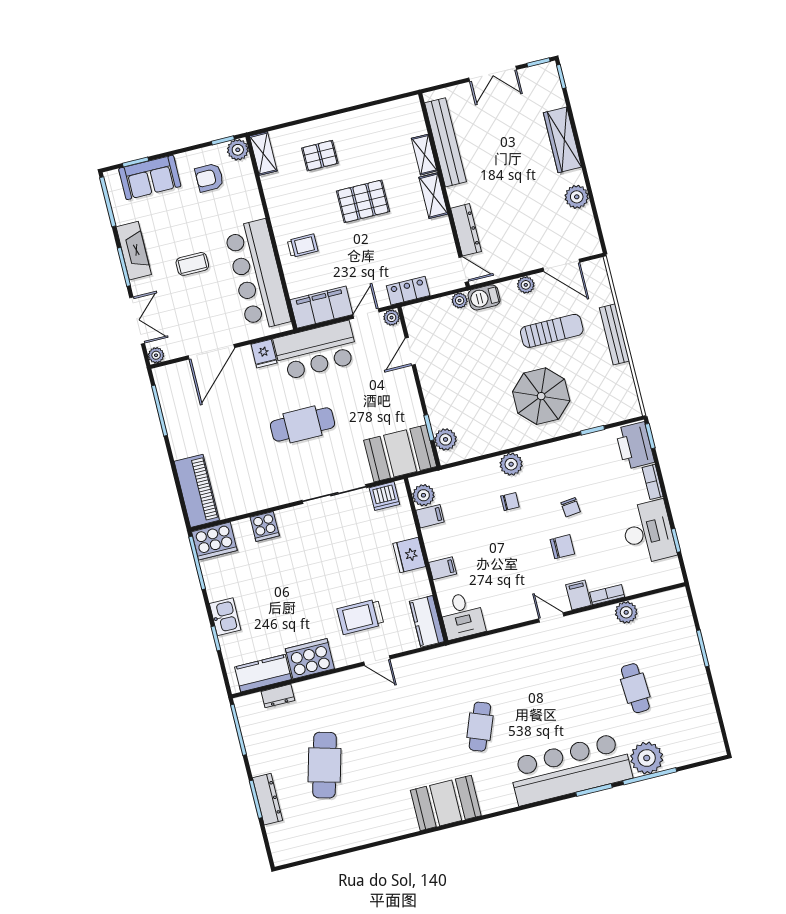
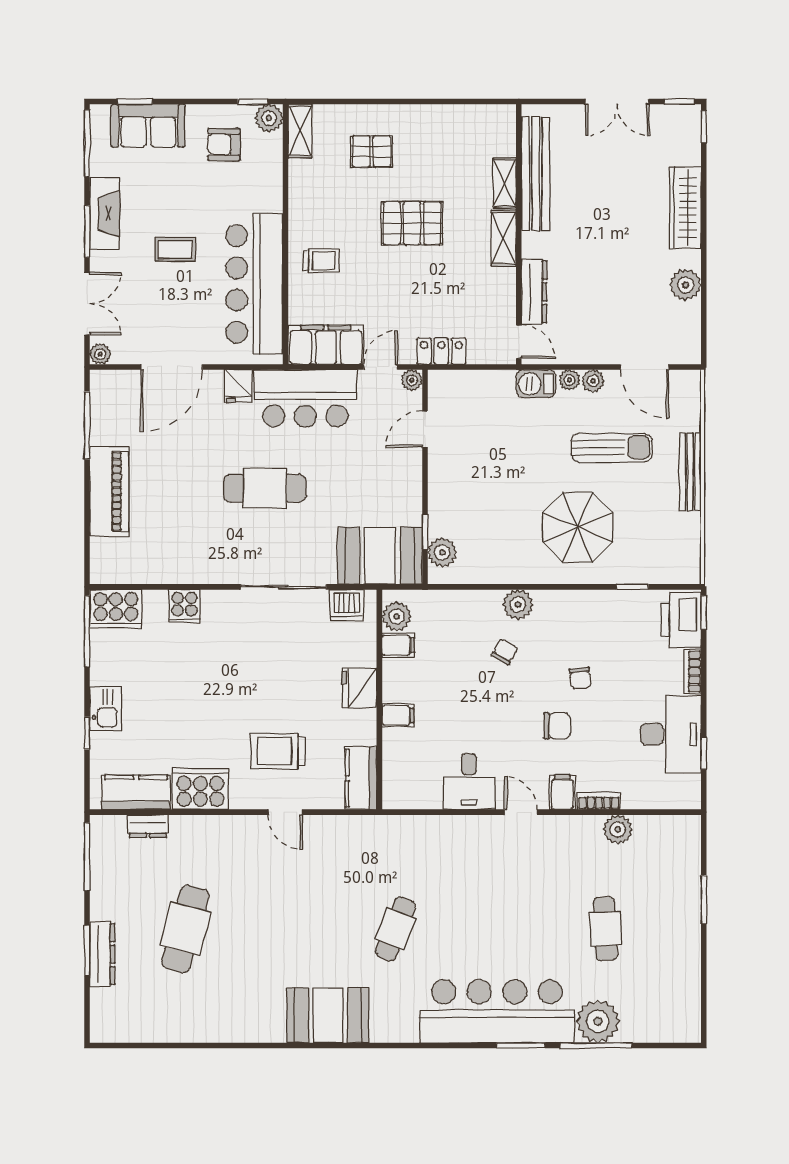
plant: (460, 301) -> (569, 380), moved
piano: (197, 491) -> (109, 491), moved
chair: (510, 502) -> (505, 652), turned -60
desk: (462, 615) -> (469, 782), moved

